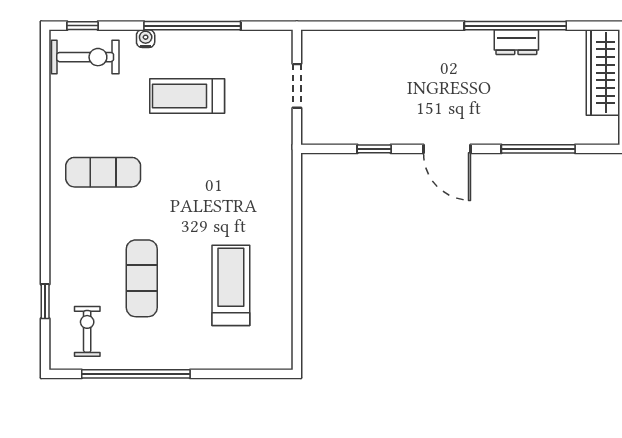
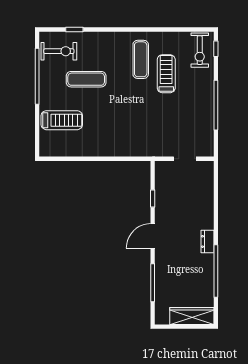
water cooler: (146, 39) -> (209, 81), removed
dresser: (516, 42) -> (207, 241), moved
treadmill: (187, 96) -> (166, 74), moved
treadmill: (231, 285) -> (62, 120), moved
exercise bike: (87, 331) -> (59, 51), width x1.38, depth x1.39

